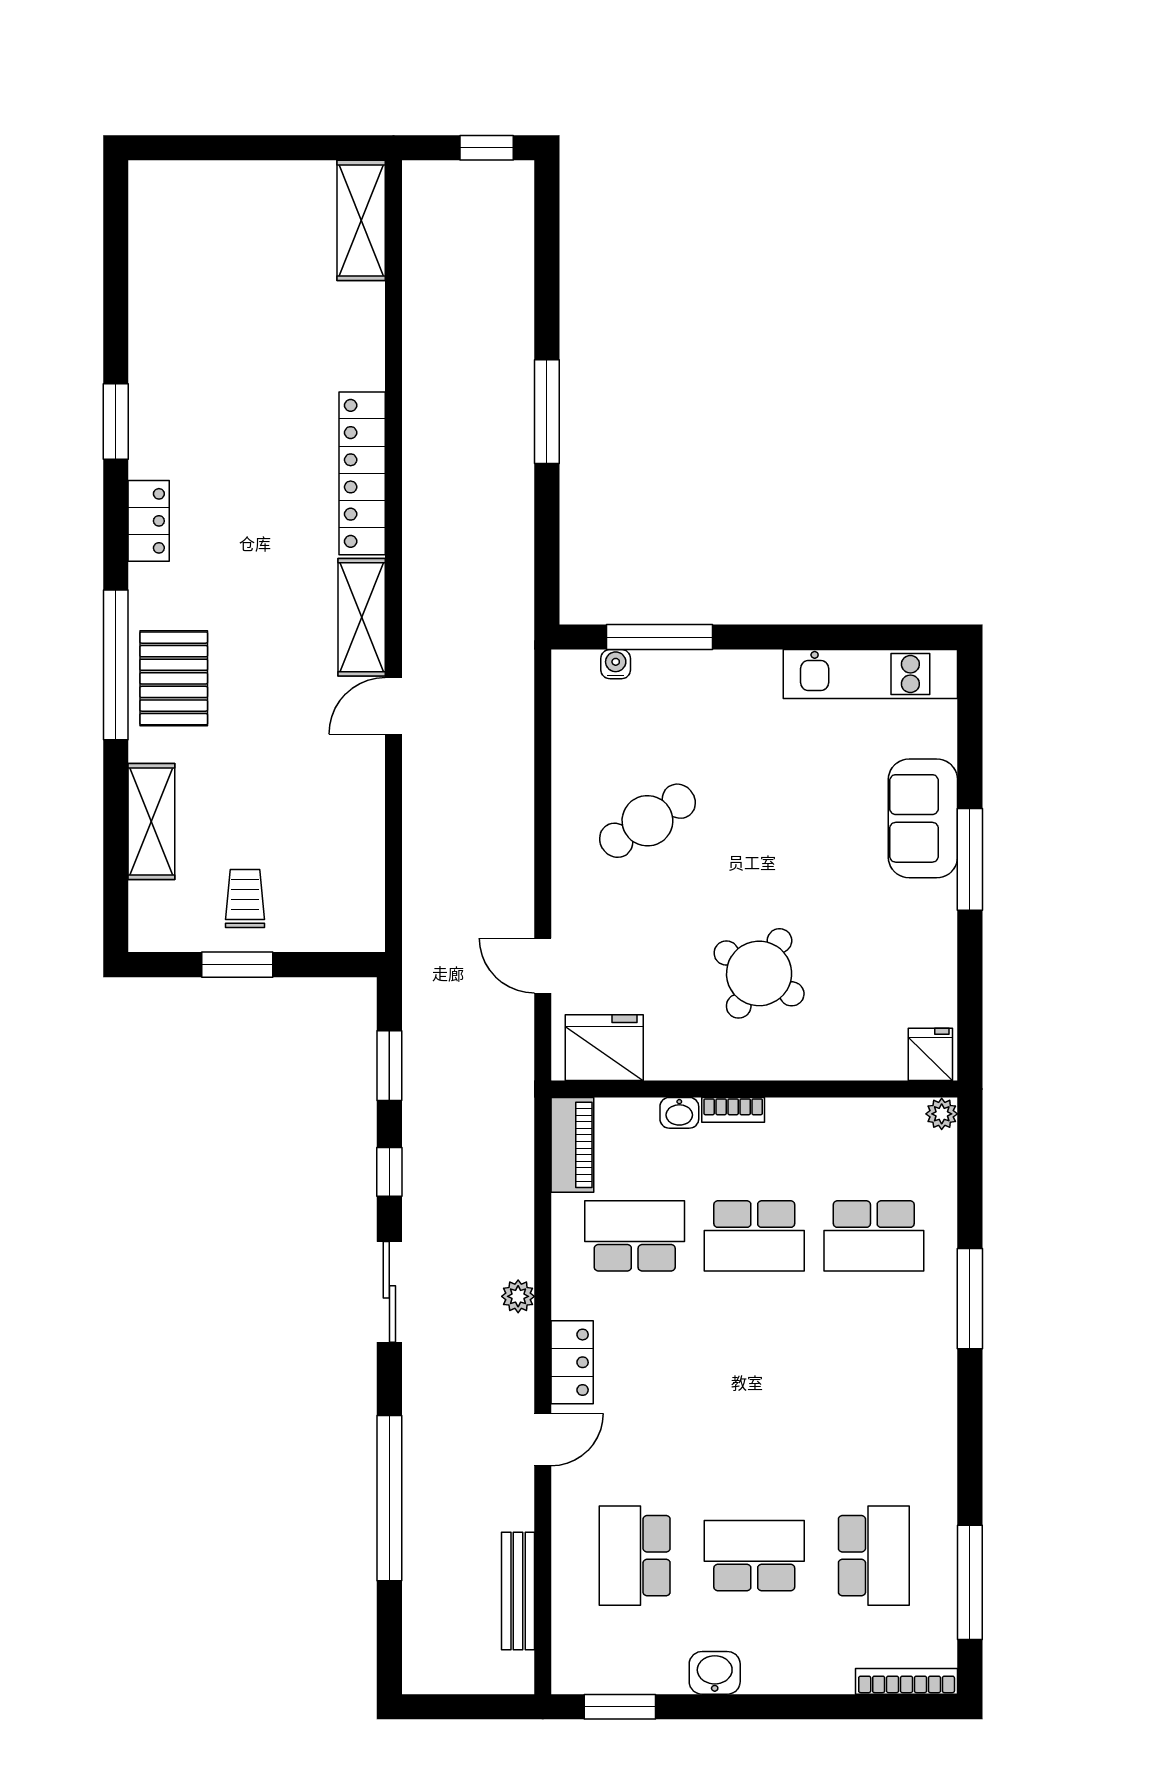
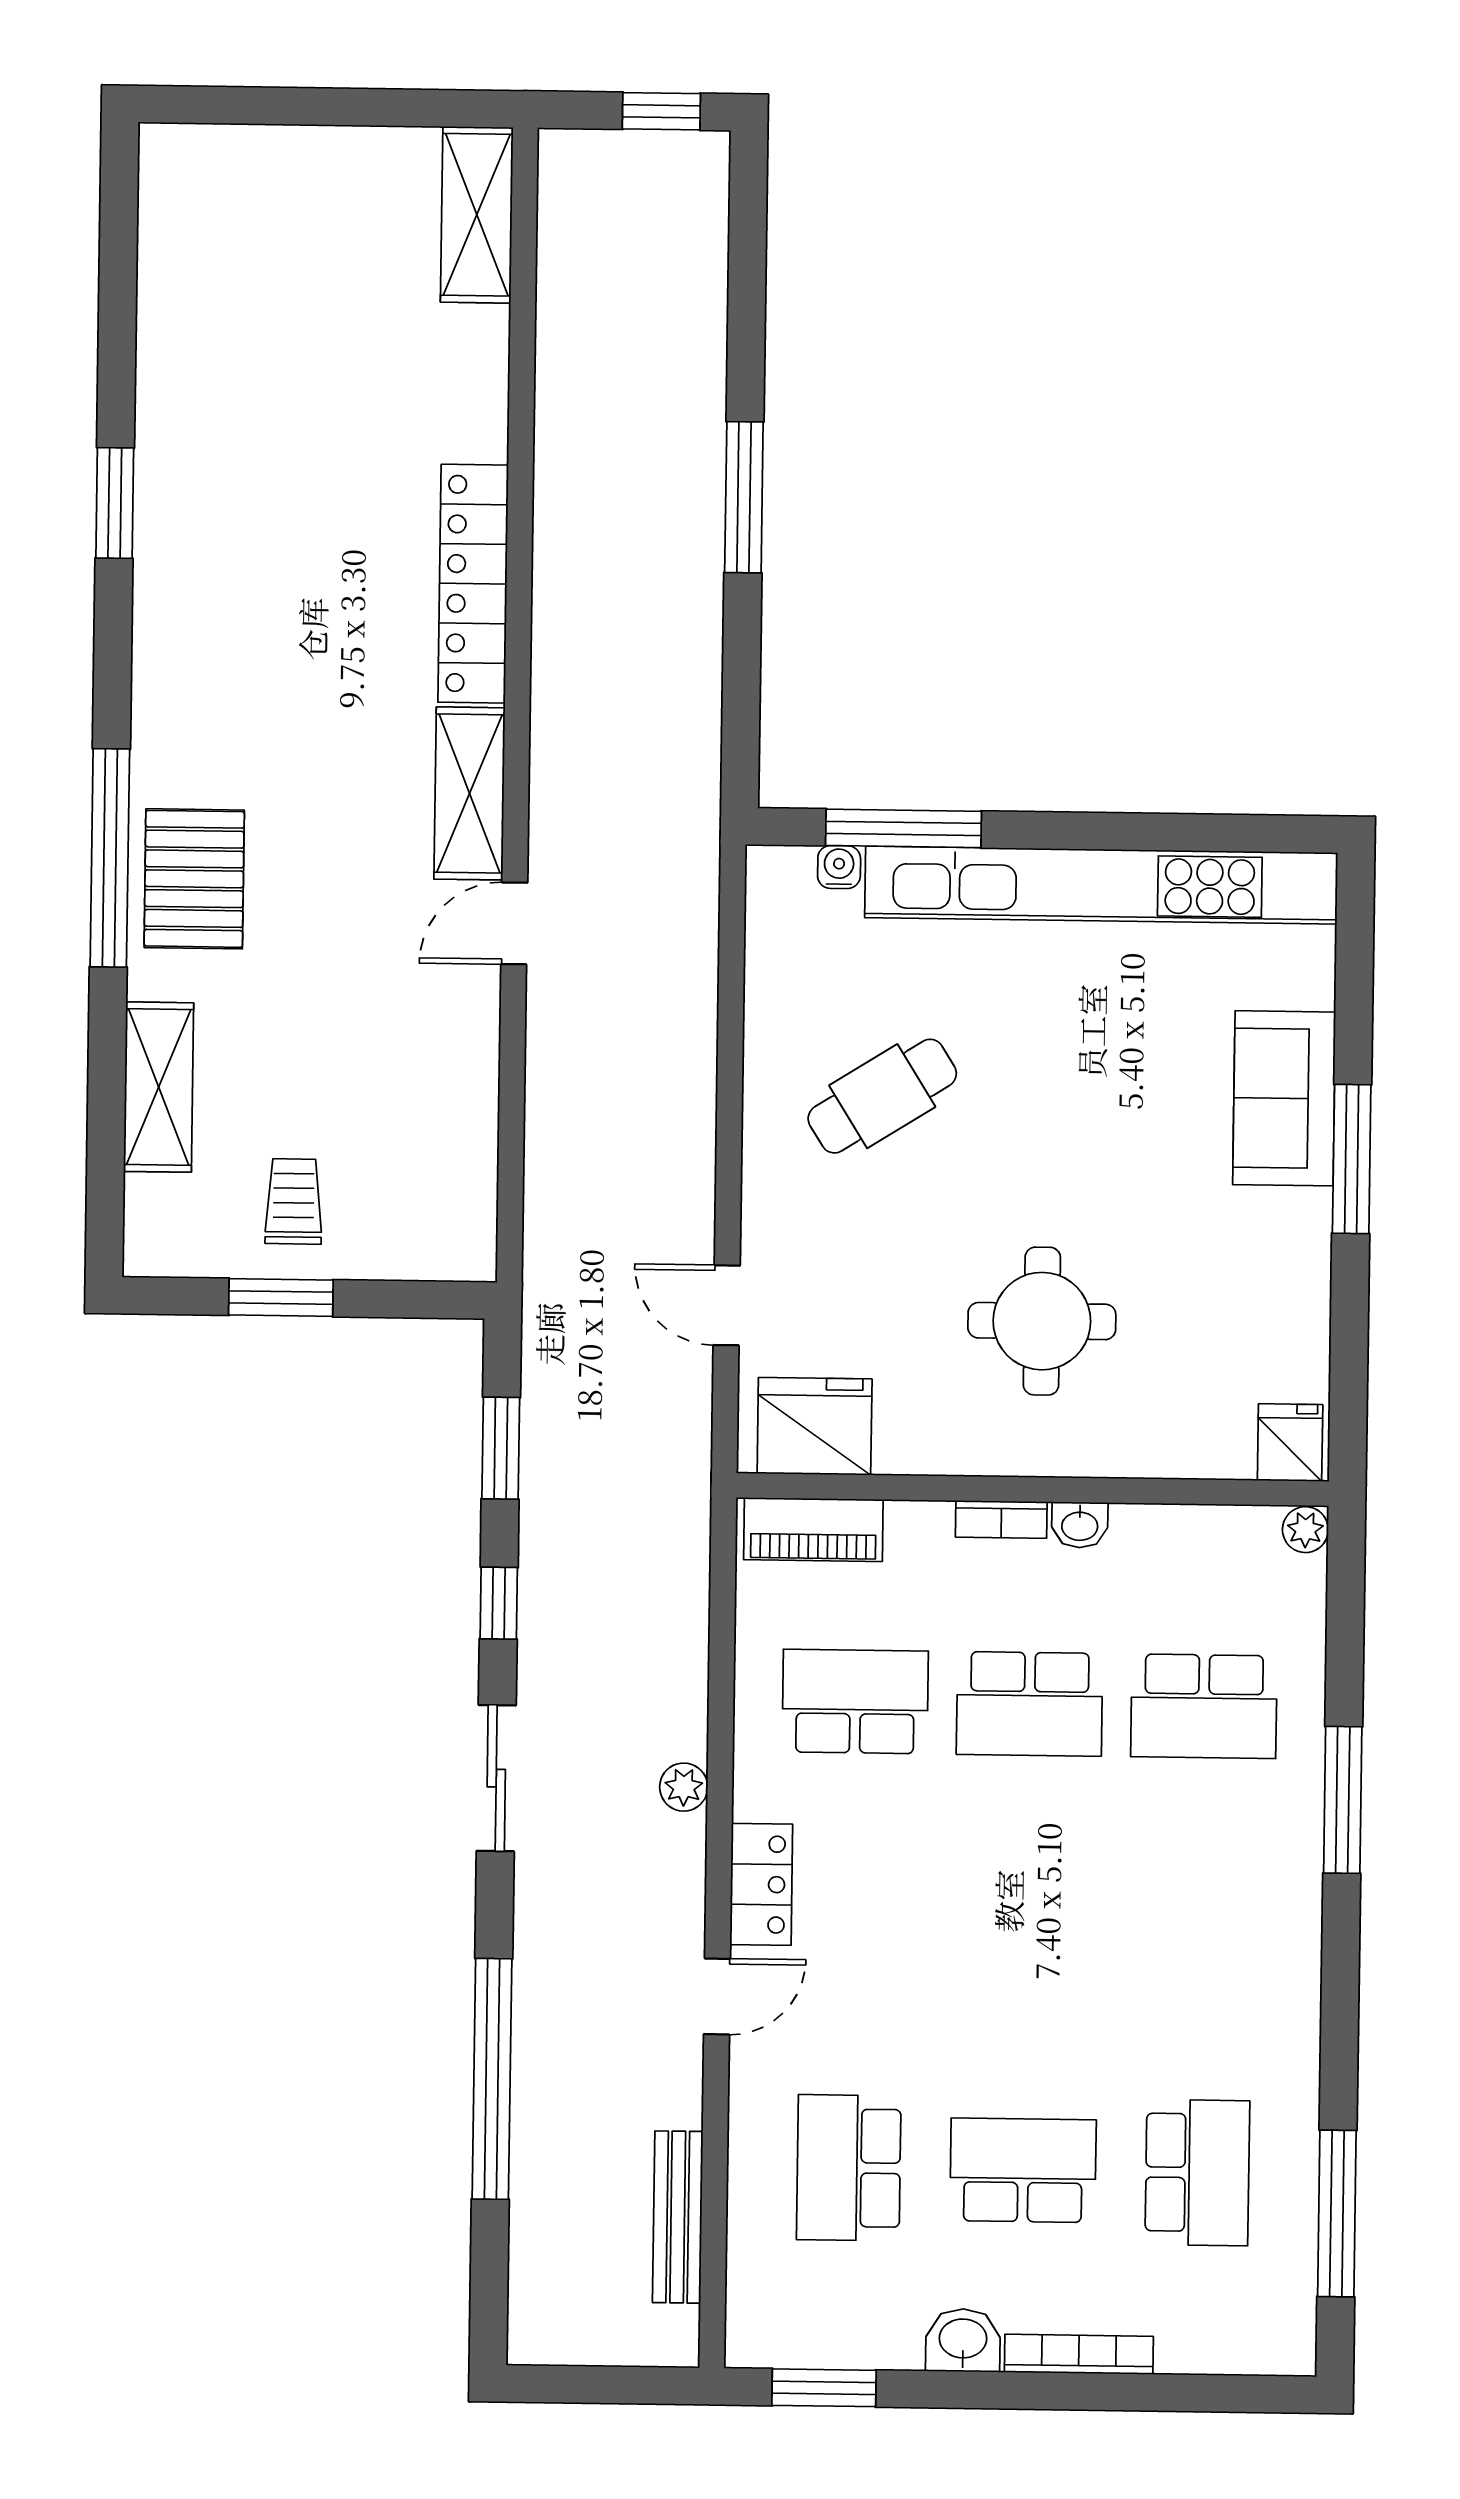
locker: (149, 521) -> (161, 649), removed
kitchen unit: (870, 674) -> (1101, 885), width x1.86
round table: (759, 973) -> (1042, 1321), turned -32
washbasin: (679, 1113) -> (1080, 1525), moved
piano: (572, 1145) -> (813, 1530), moved, turned 90
bookcase: (907, 1681) -> (1079, 2354), moved

